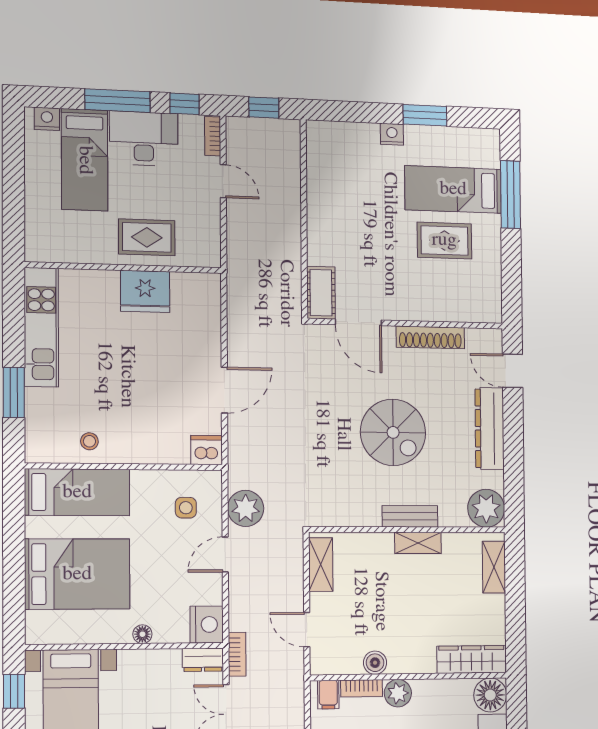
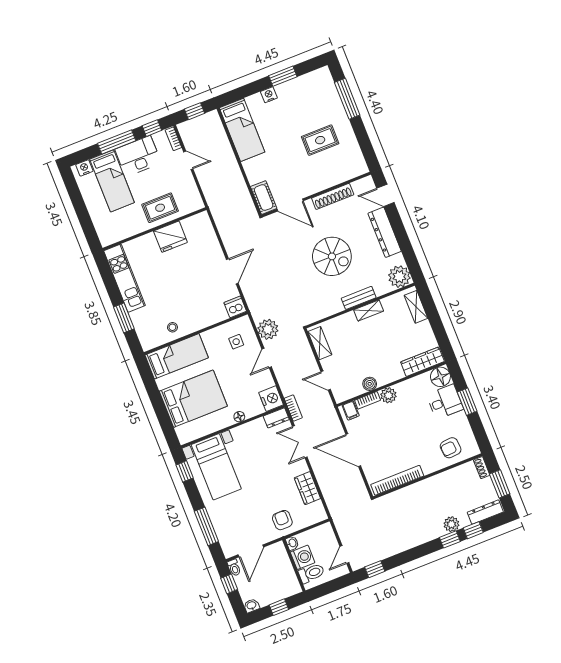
bed: (453, 189) -> (242, 130), moved, turned -90

